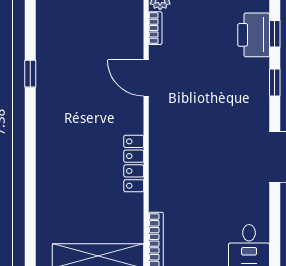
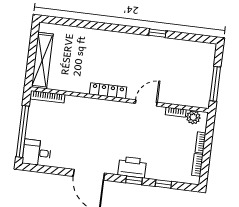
printer: (254, 35) -> (132, 167), moved
locker: (134, 164) -> (108, 91), moved

